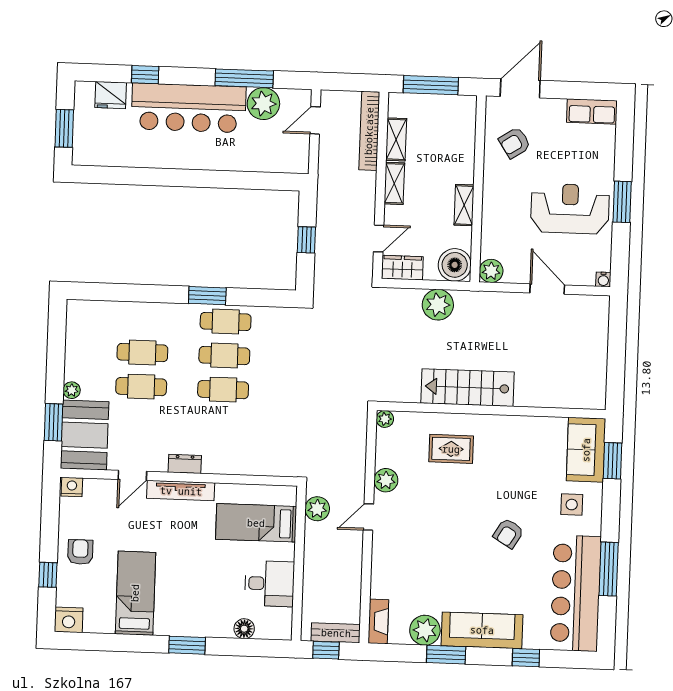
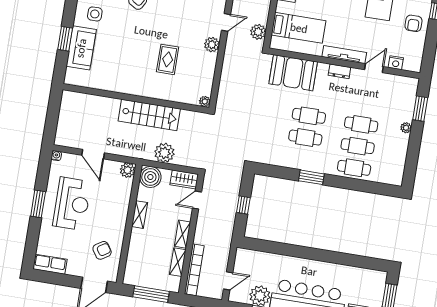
reception desk: (570, 209) -> (72, 204), turned -90
cafe table: (226, 322) -> (354, 168), moved
stairs: (468, 388) -> (149, 115), moved
wall: (491, 410) -> (136, 99), moved
plant: (385, 419) -> (205, 101), moved
booth: (85, 435) -> (293, 73), moved, turned 90
rug: (451, 449) -> (168, 59), turned 90
nightstand: (72, 487) -> (396, 63), moved

